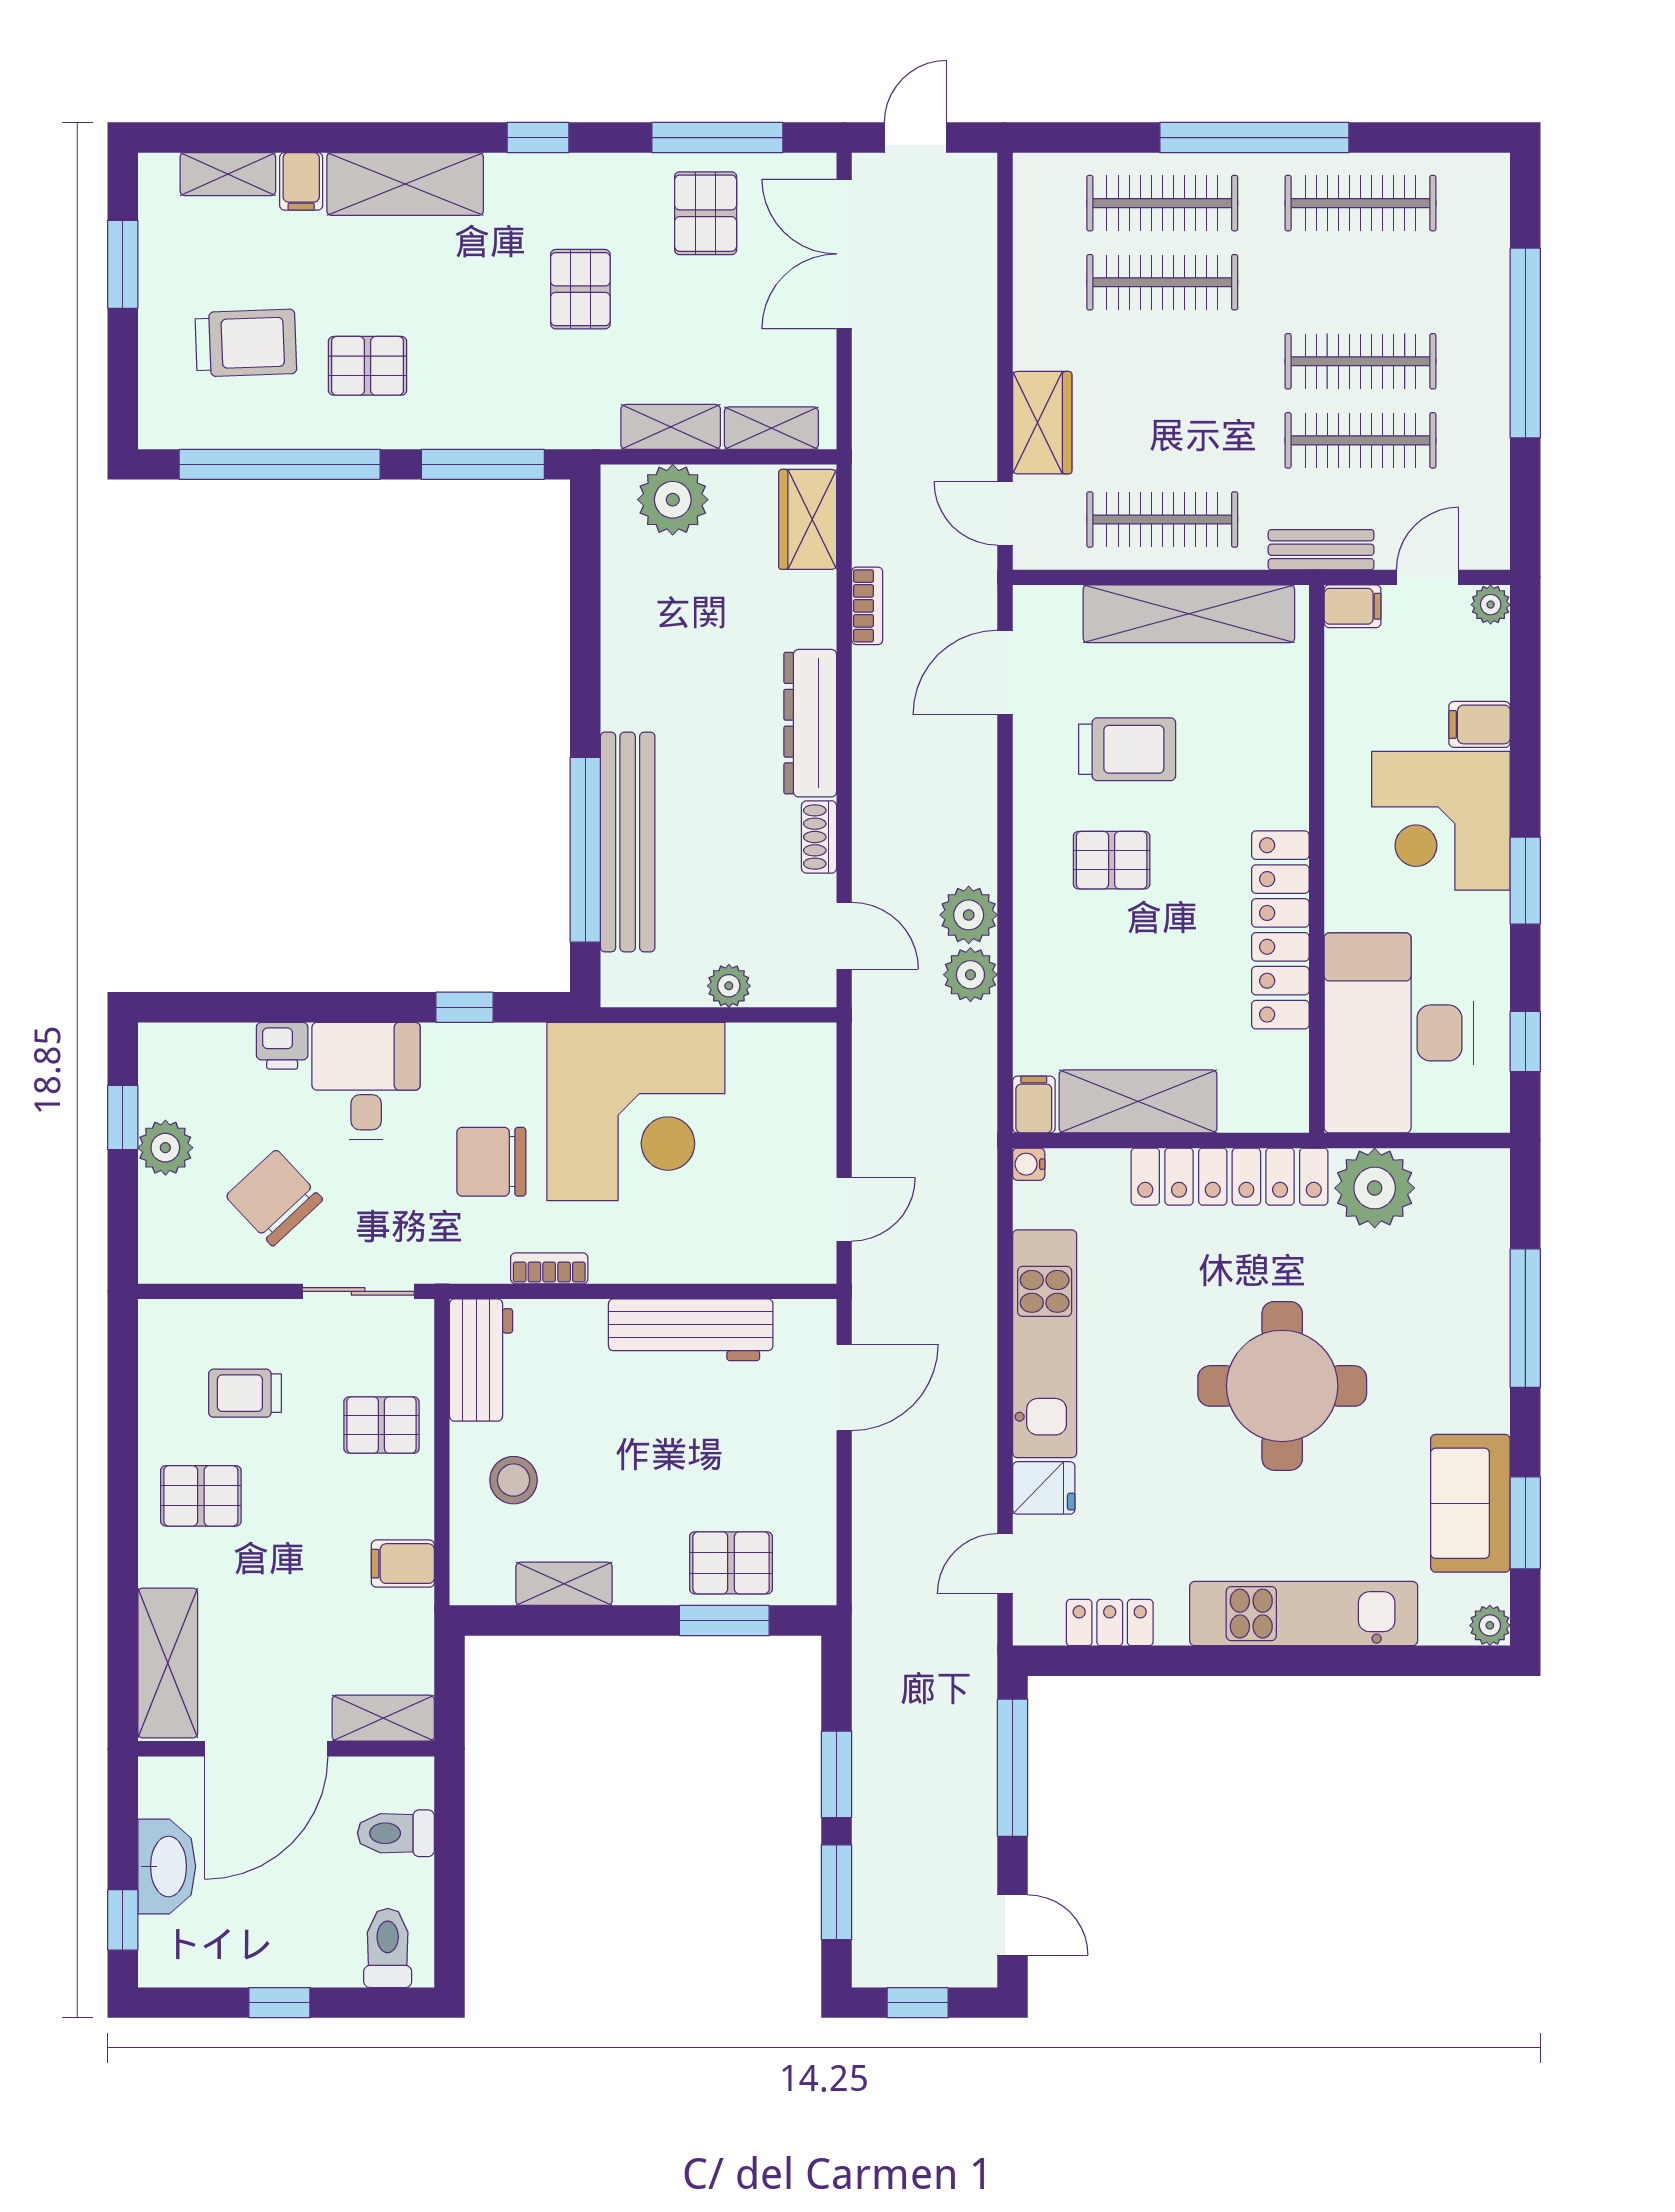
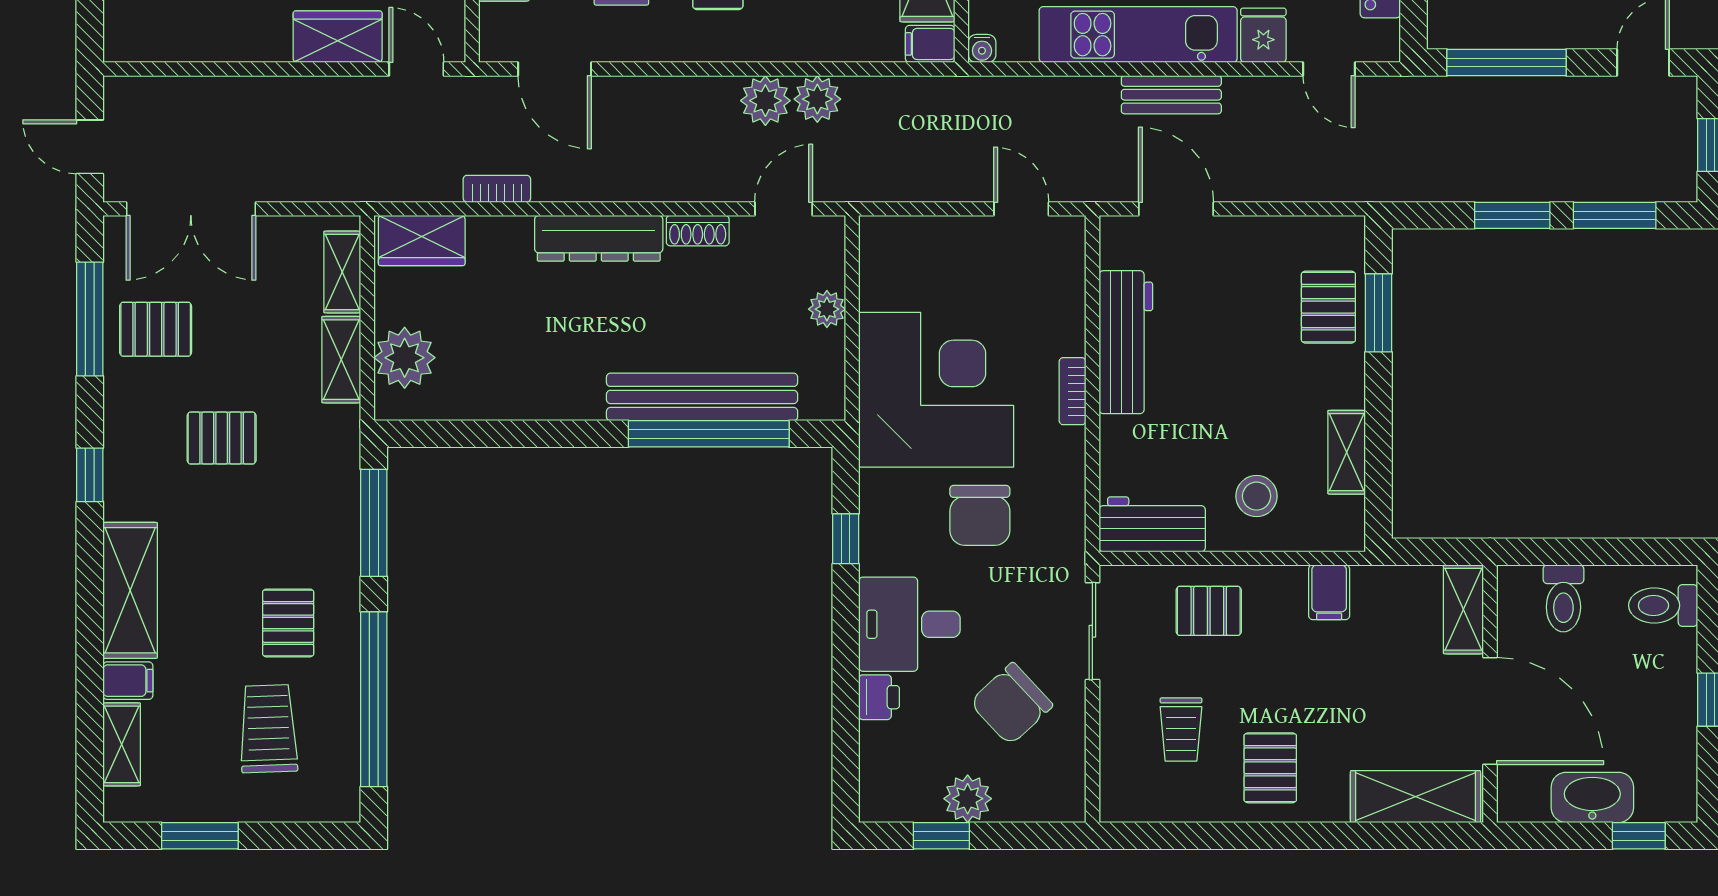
door: (1005, 513) -> (416, 69), swing flipped
bookcase: (549, 1268) -> (1072, 391), moved
bench: (975, 1382) -> (1171, 95), added
pallet: (381, 1425) -> (1209, 611), turned 90

